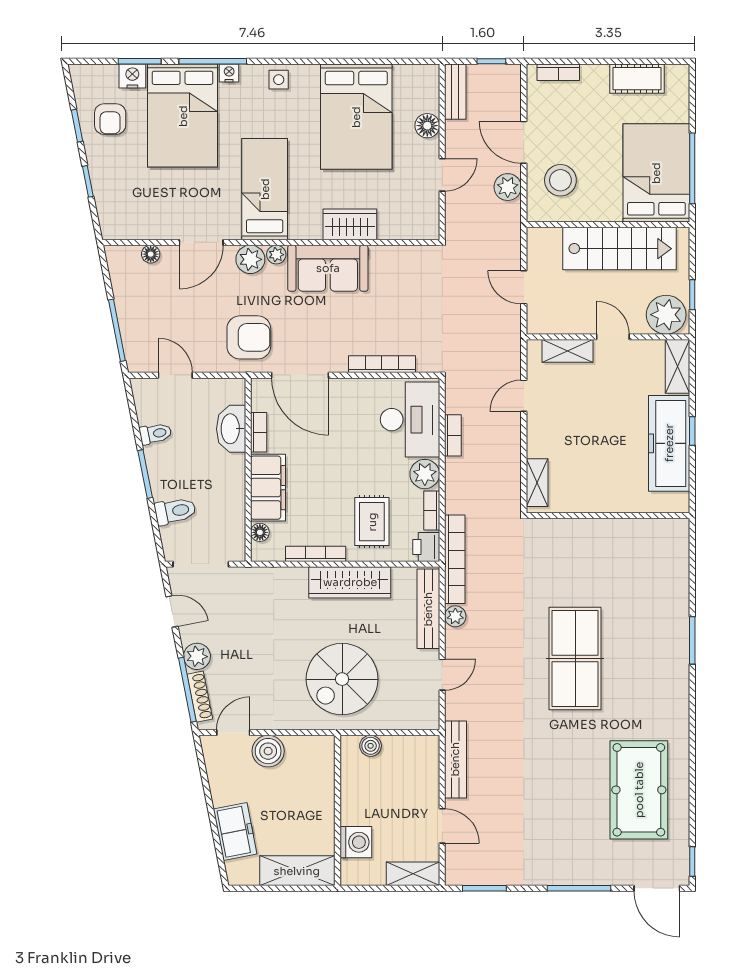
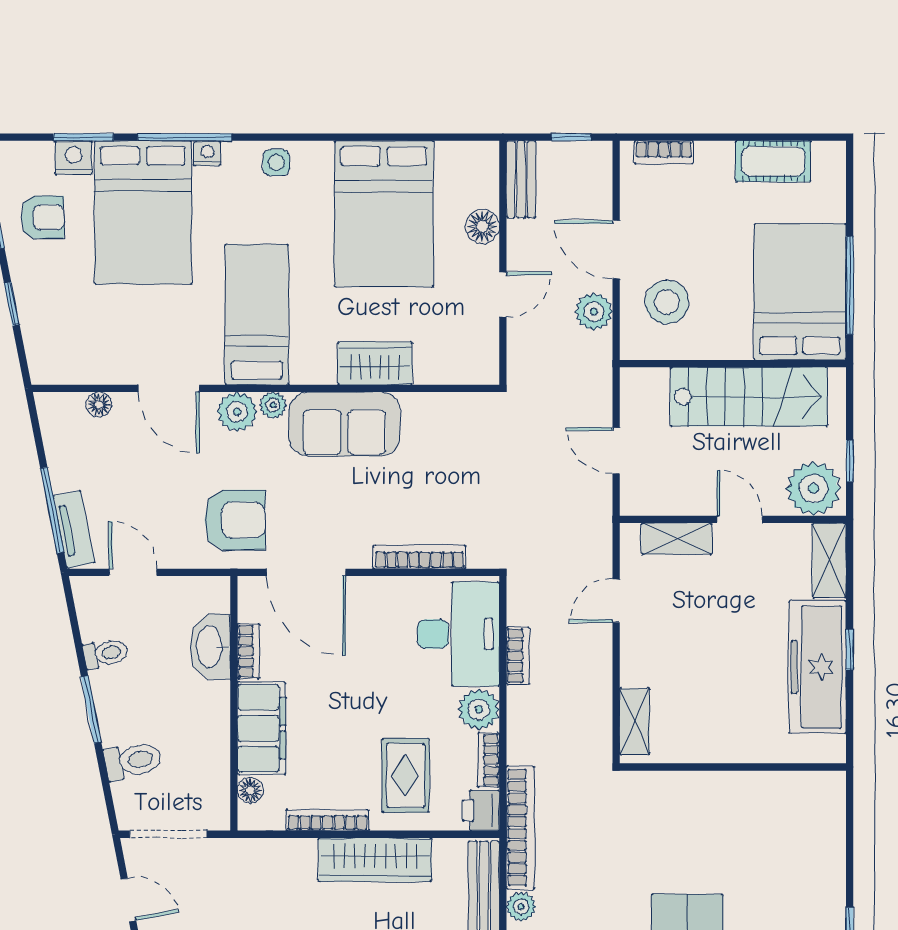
armchair: (110, 119) -> (43, 217), turned -90
door: (201, 242) -> (169, 388), hinge flipped
tv unit: (133, 344) -> (74, 529), added

